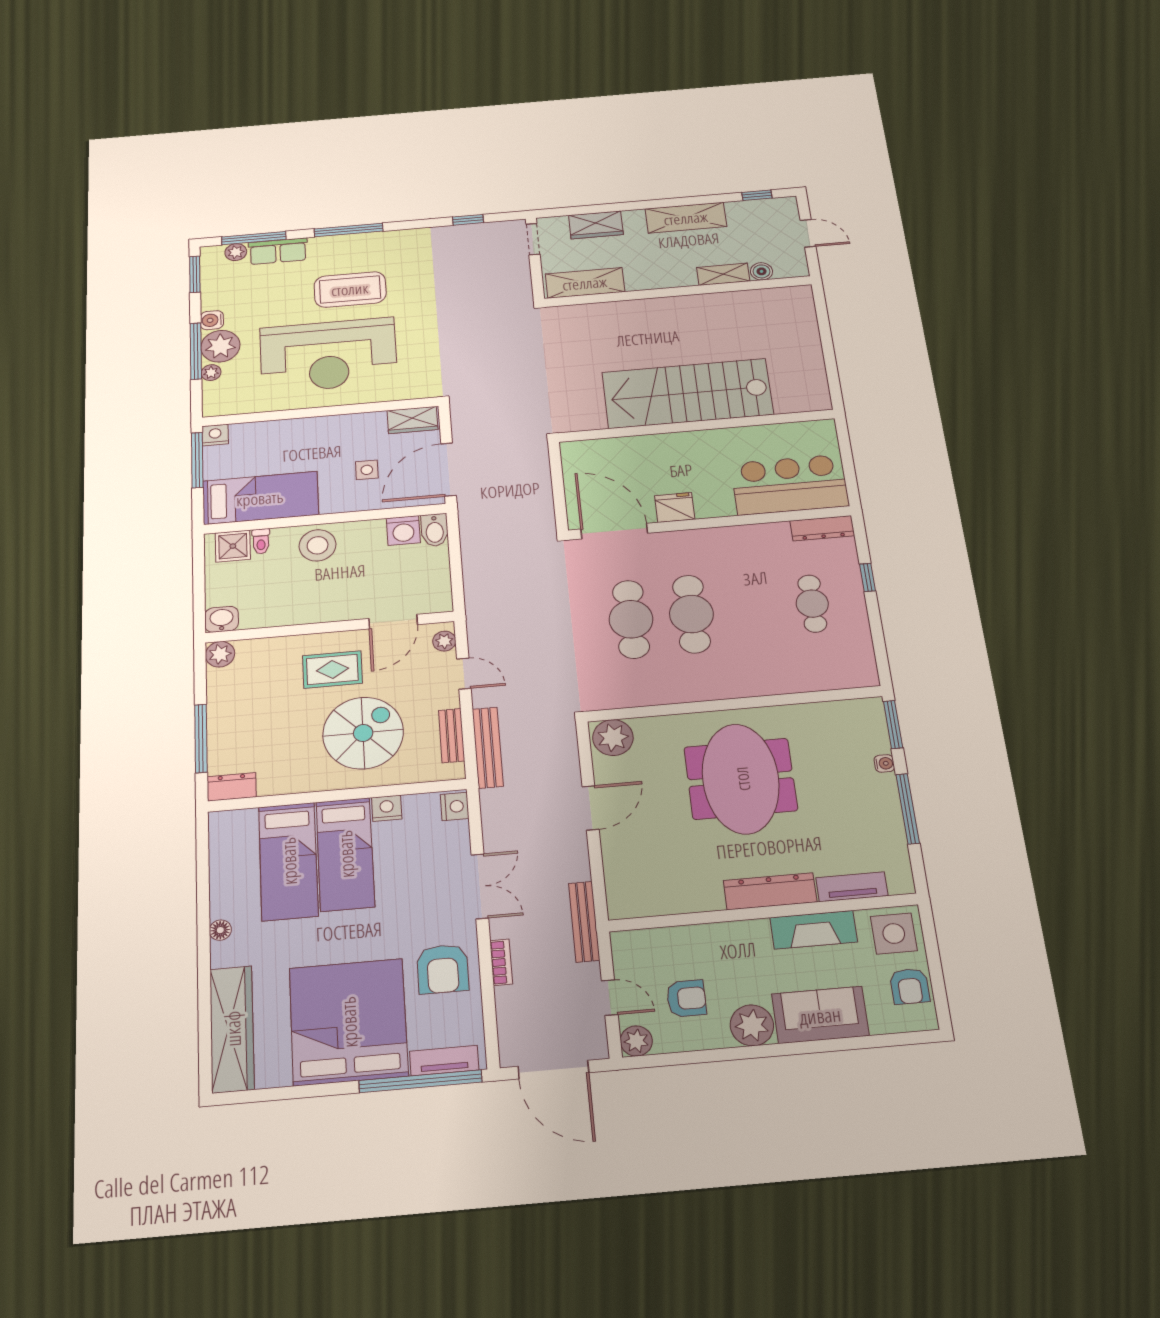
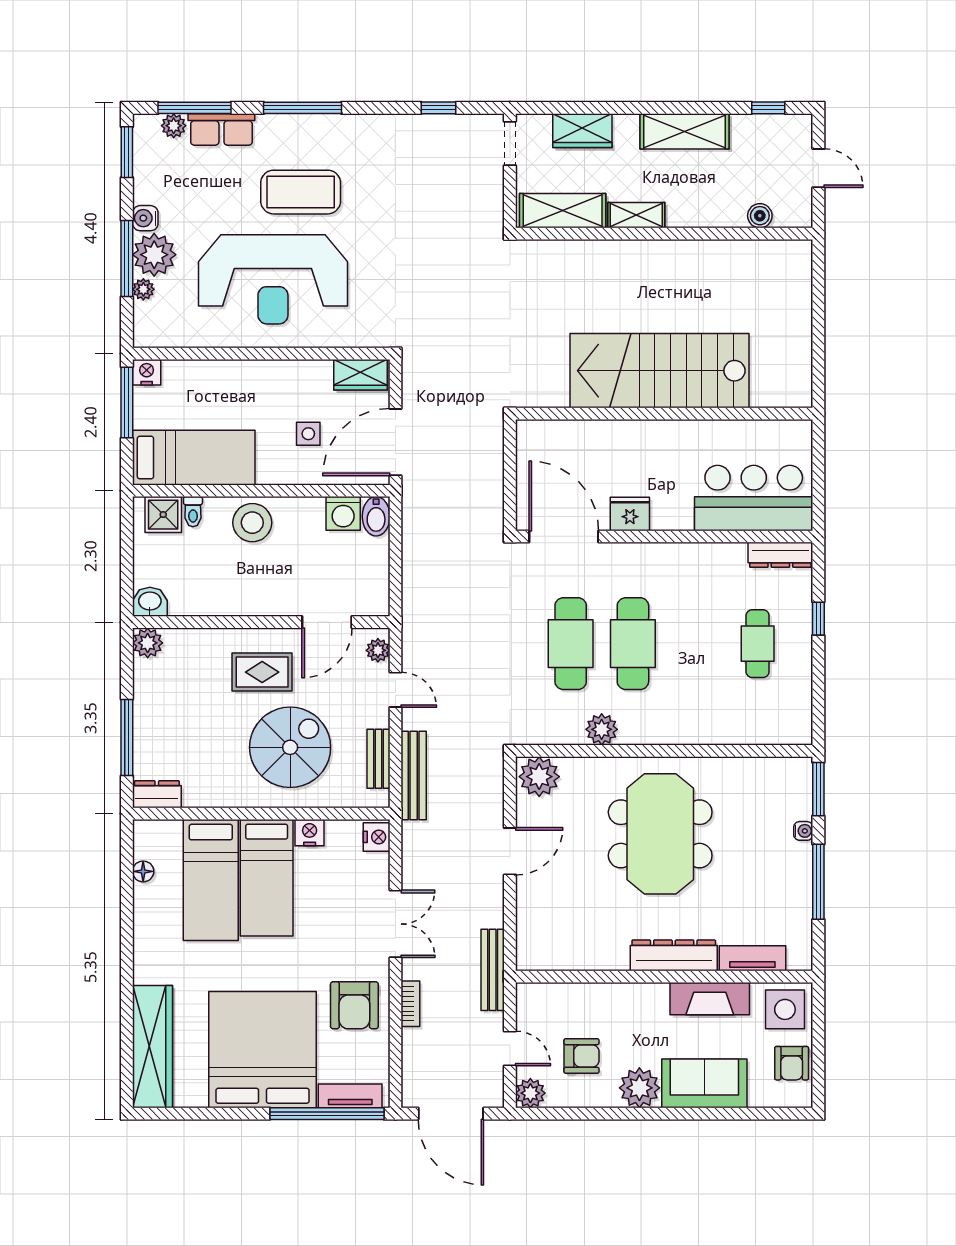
shelving: (723, 274) -> (636, 215), moved
plant: (670, 690) -> (602, 729), added
floor lamp: (220, 930) -> (143, 871), moved

